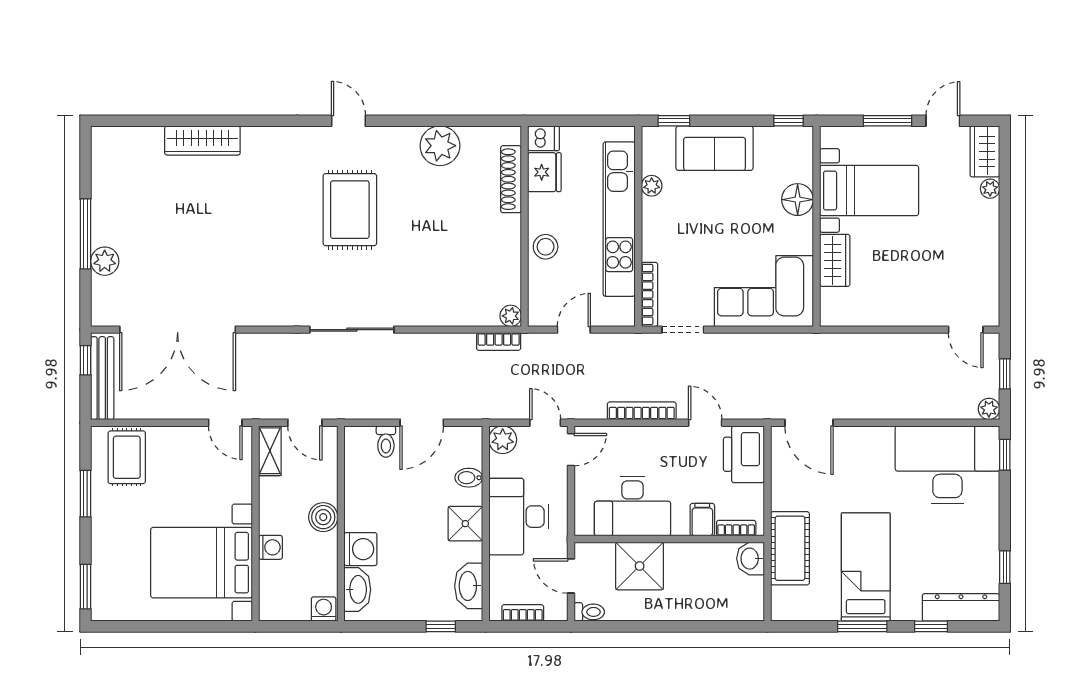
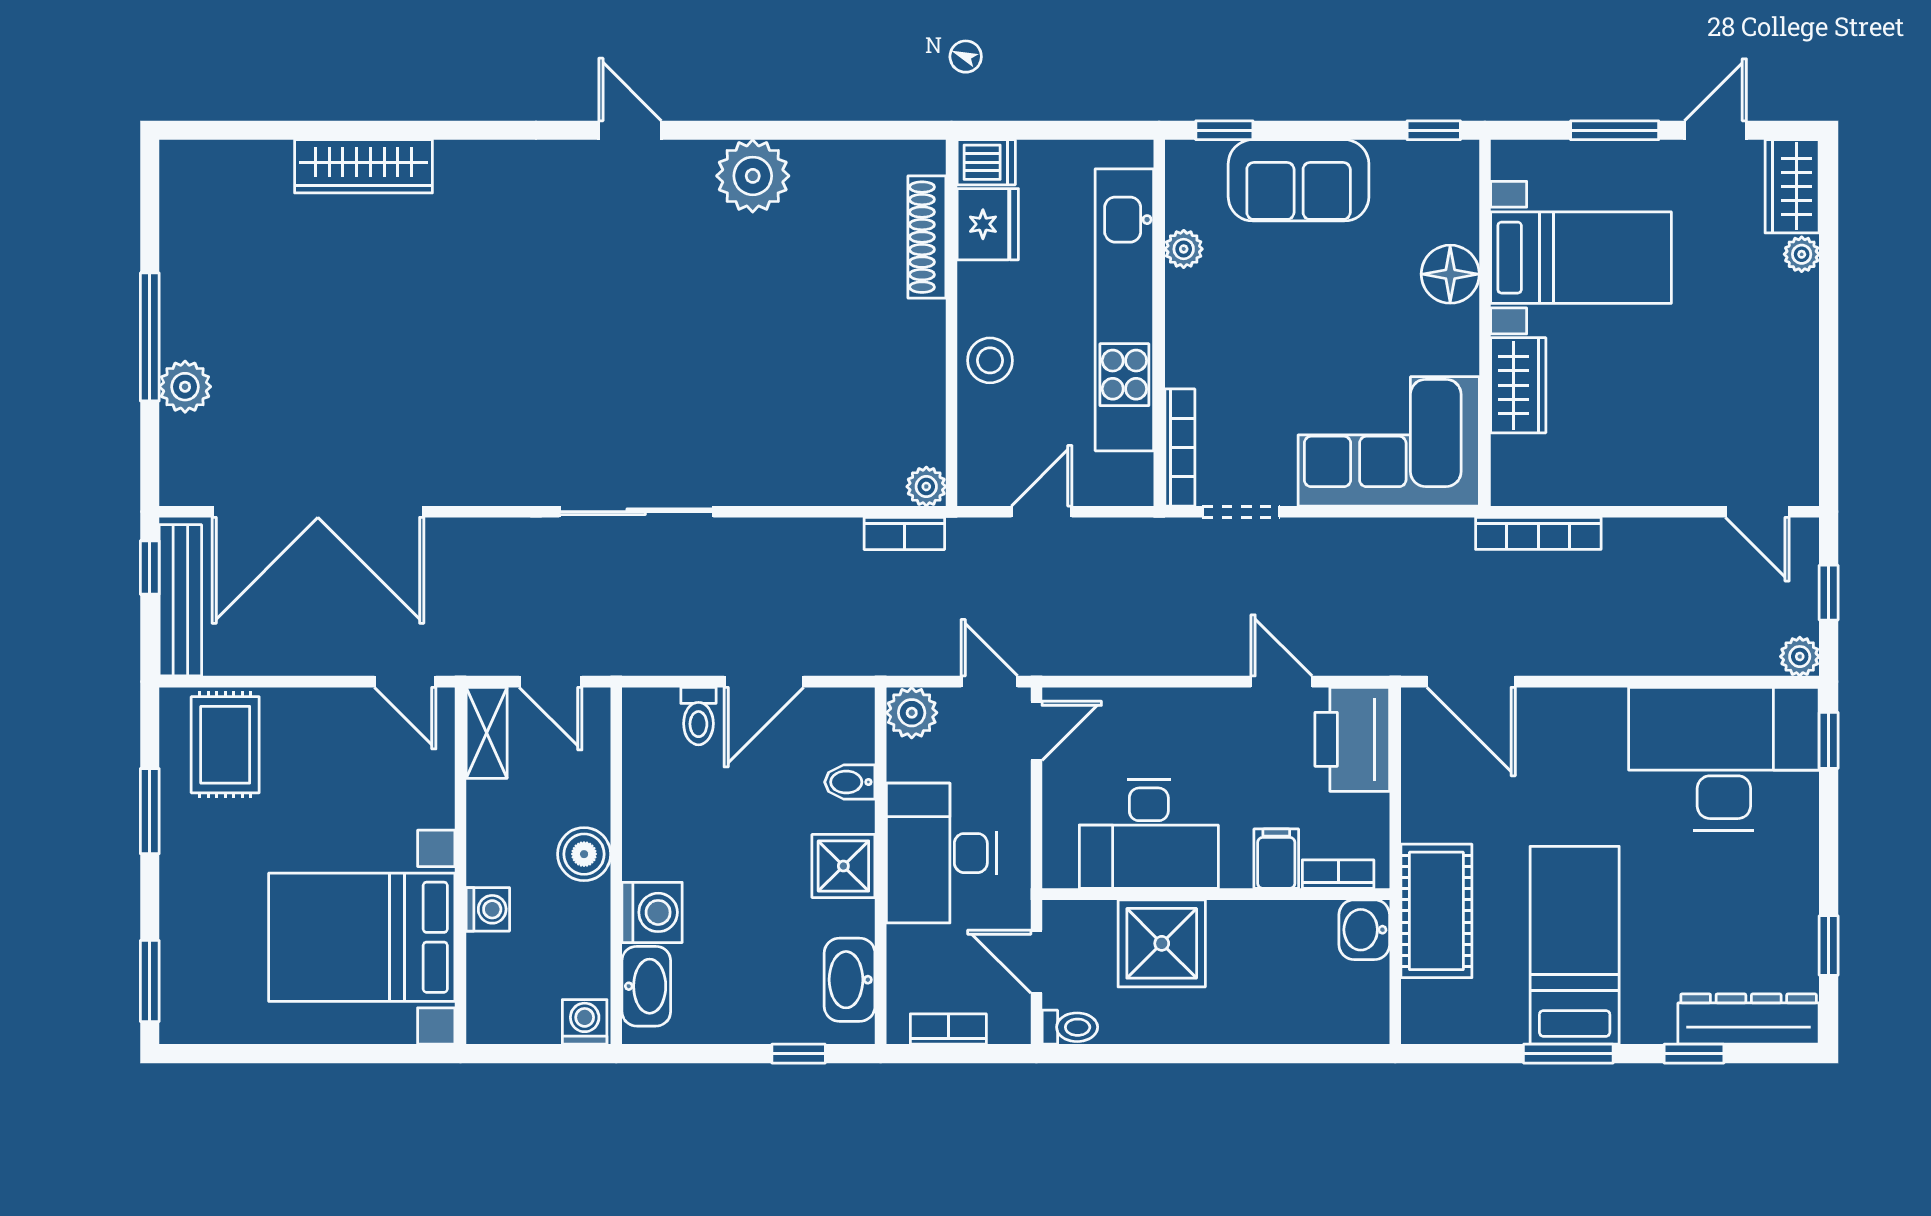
plant: (440, 146) -> (753, 176), moved
rug: (350, 210) -> (633, 293), removed
bookcase: (642, 411) -> (1538, 533), moved, turned 180

